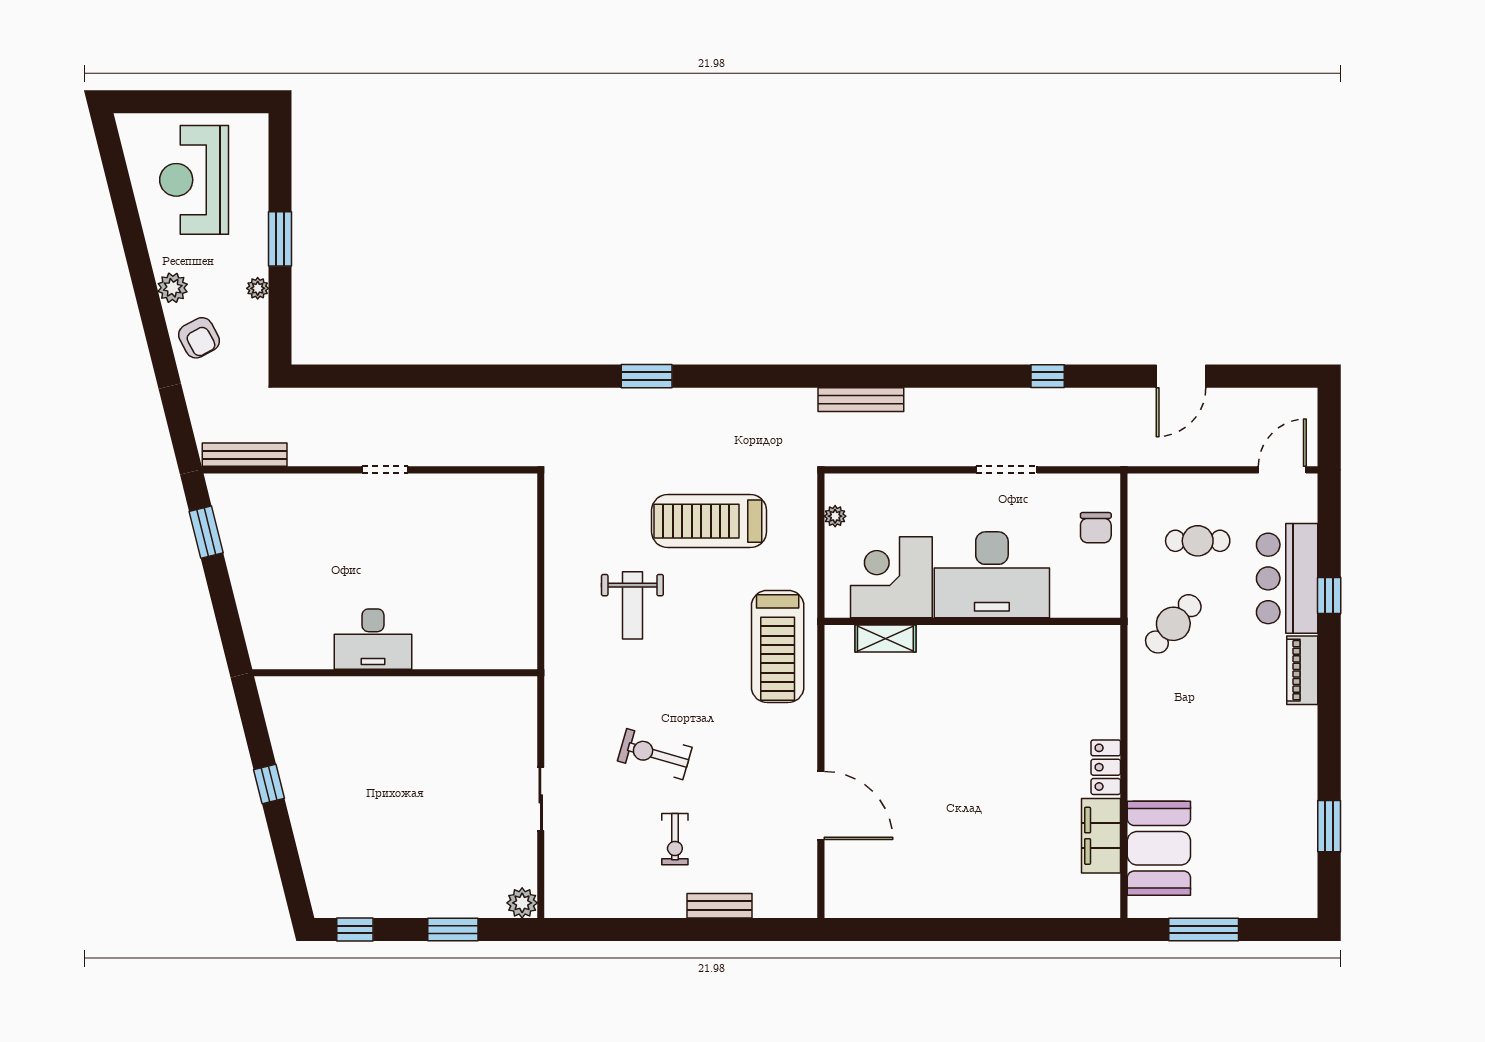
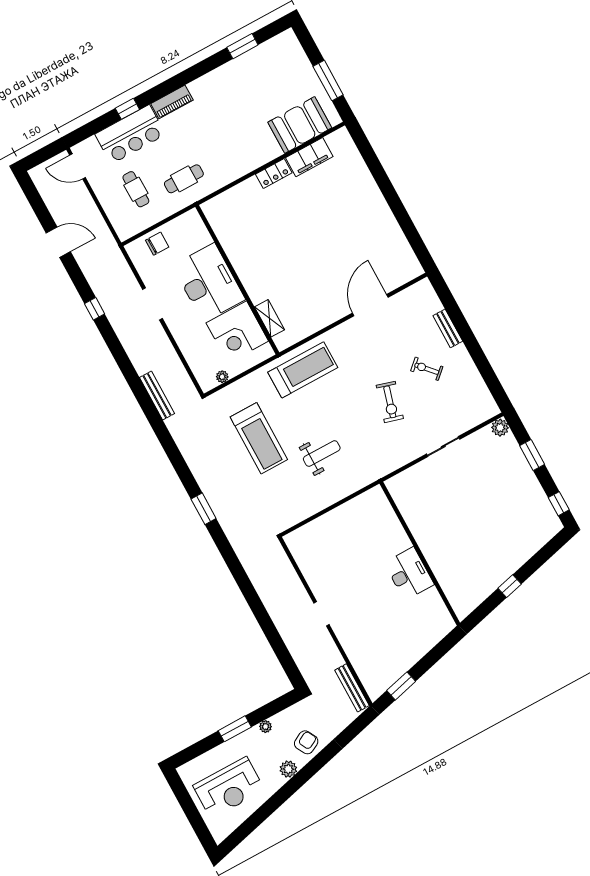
cafe table: (1173, 624) -> (184, 179), turned -42
exercise bike: (675, 839) -> (427, 369), turned -132

